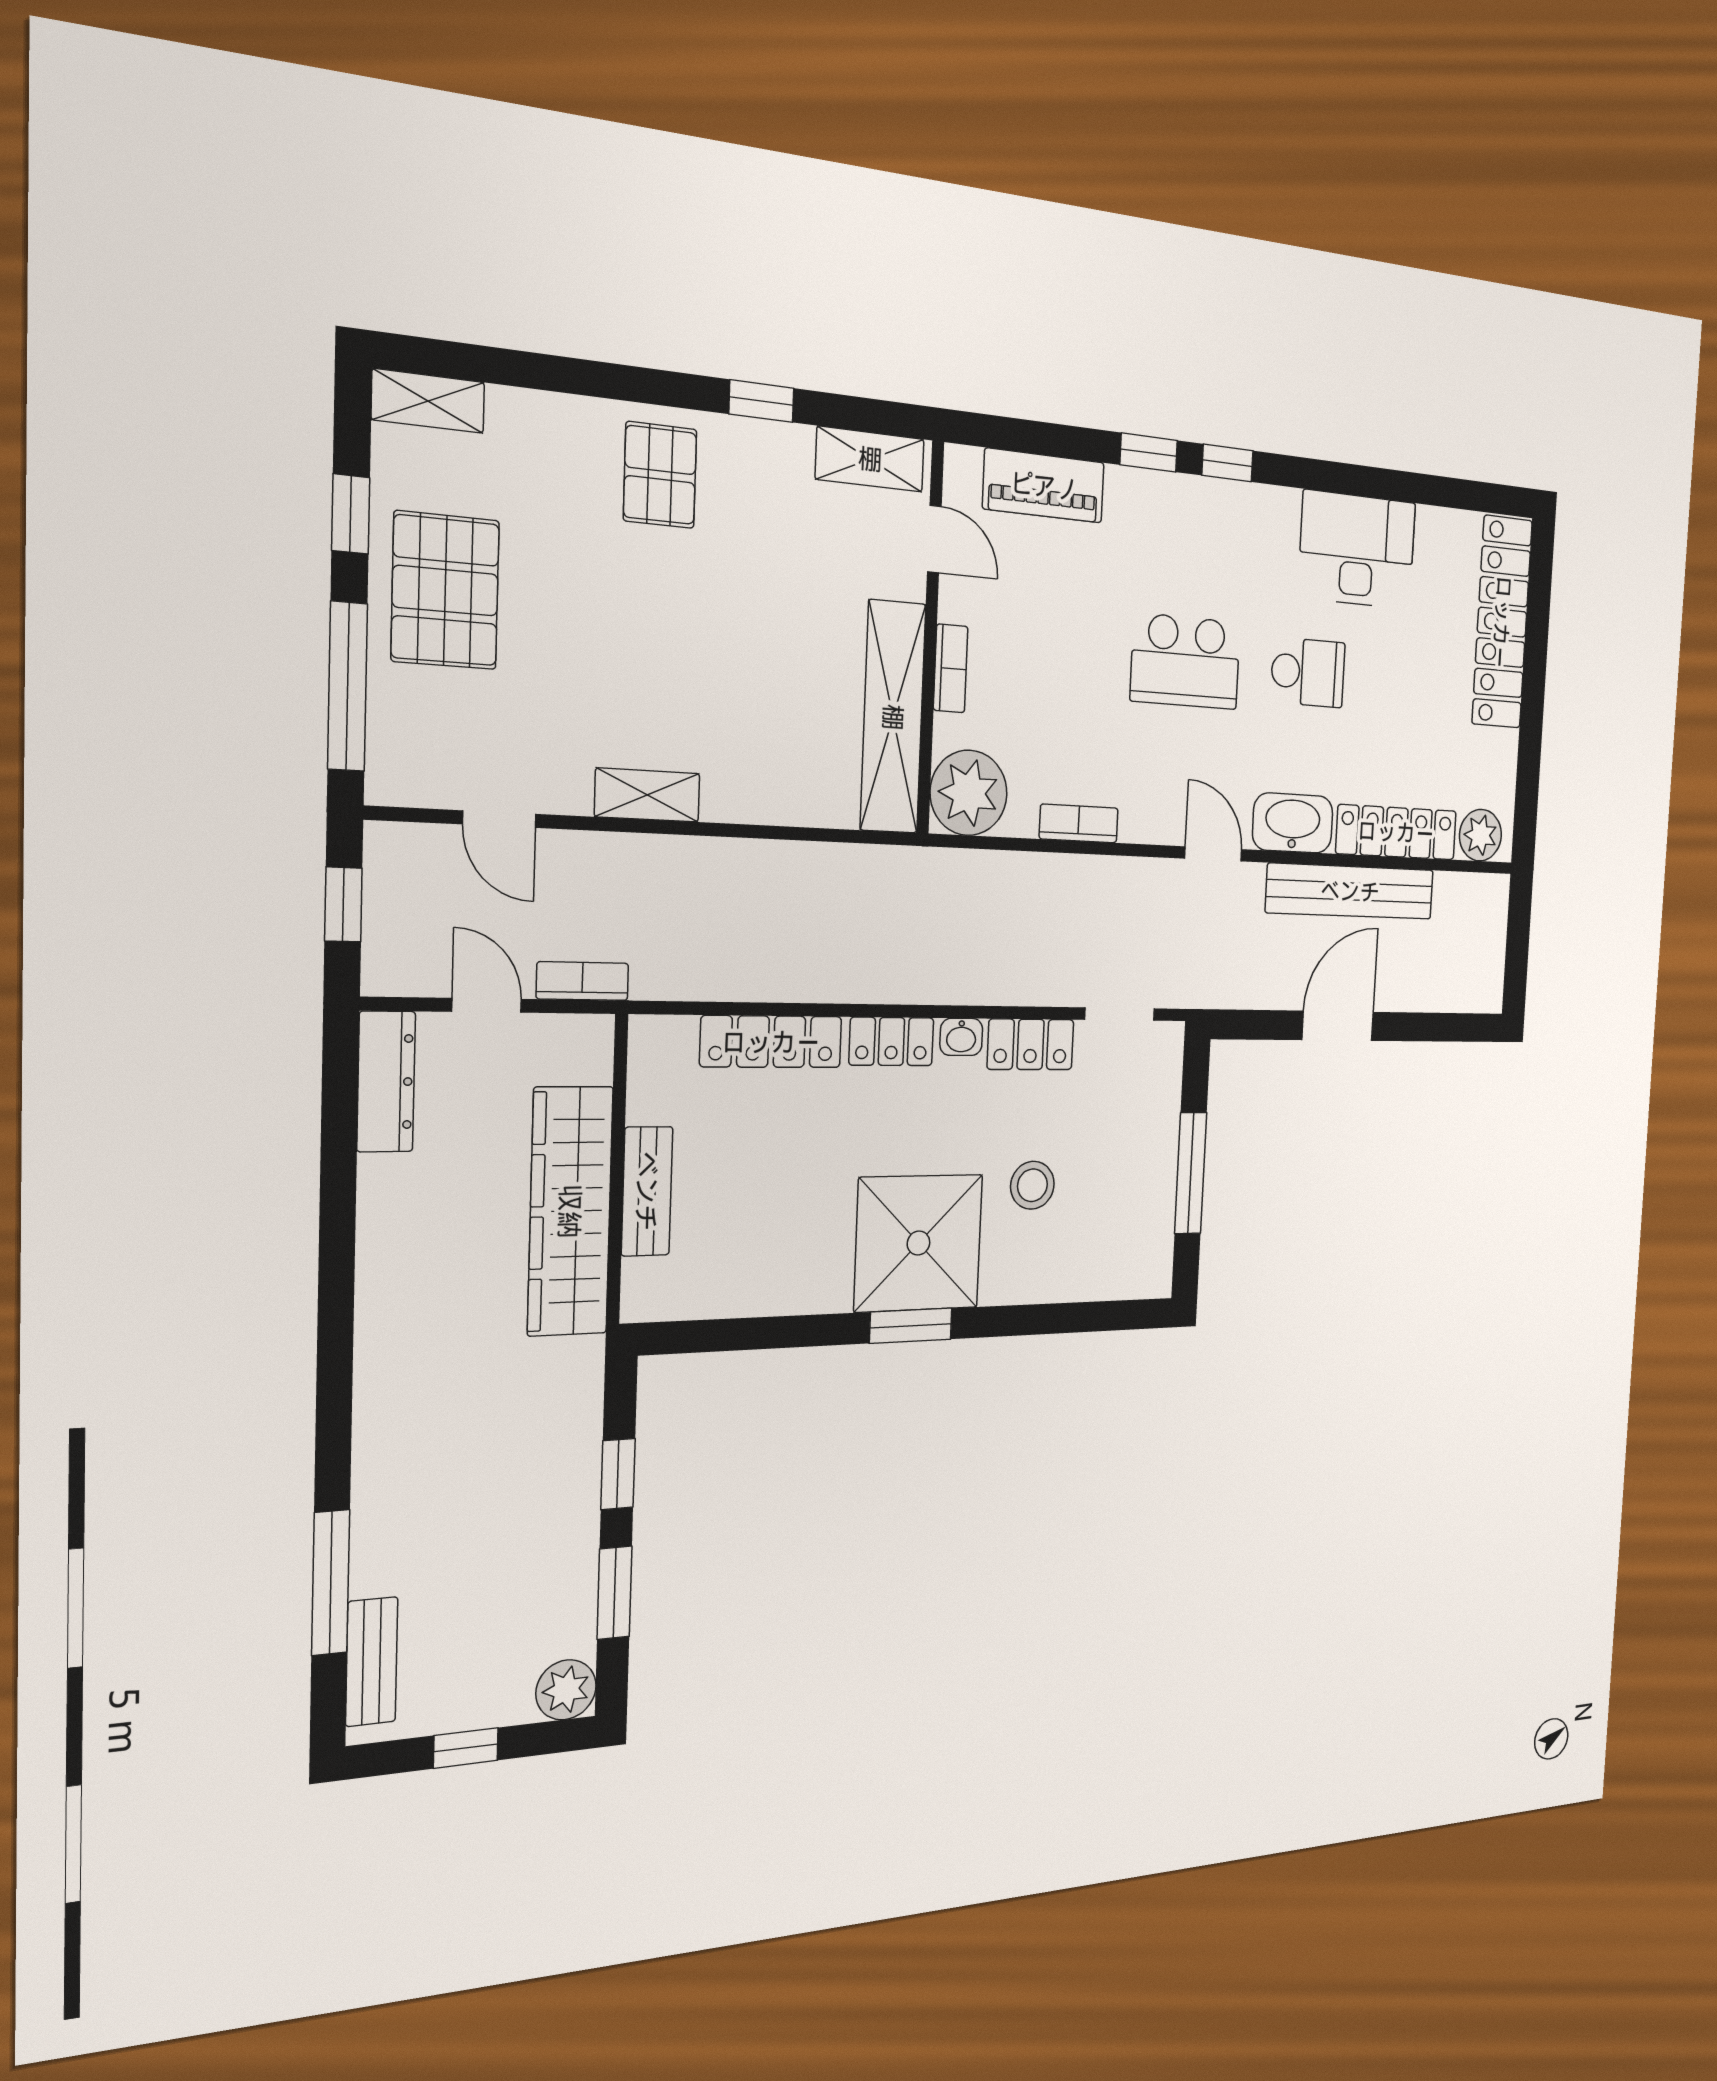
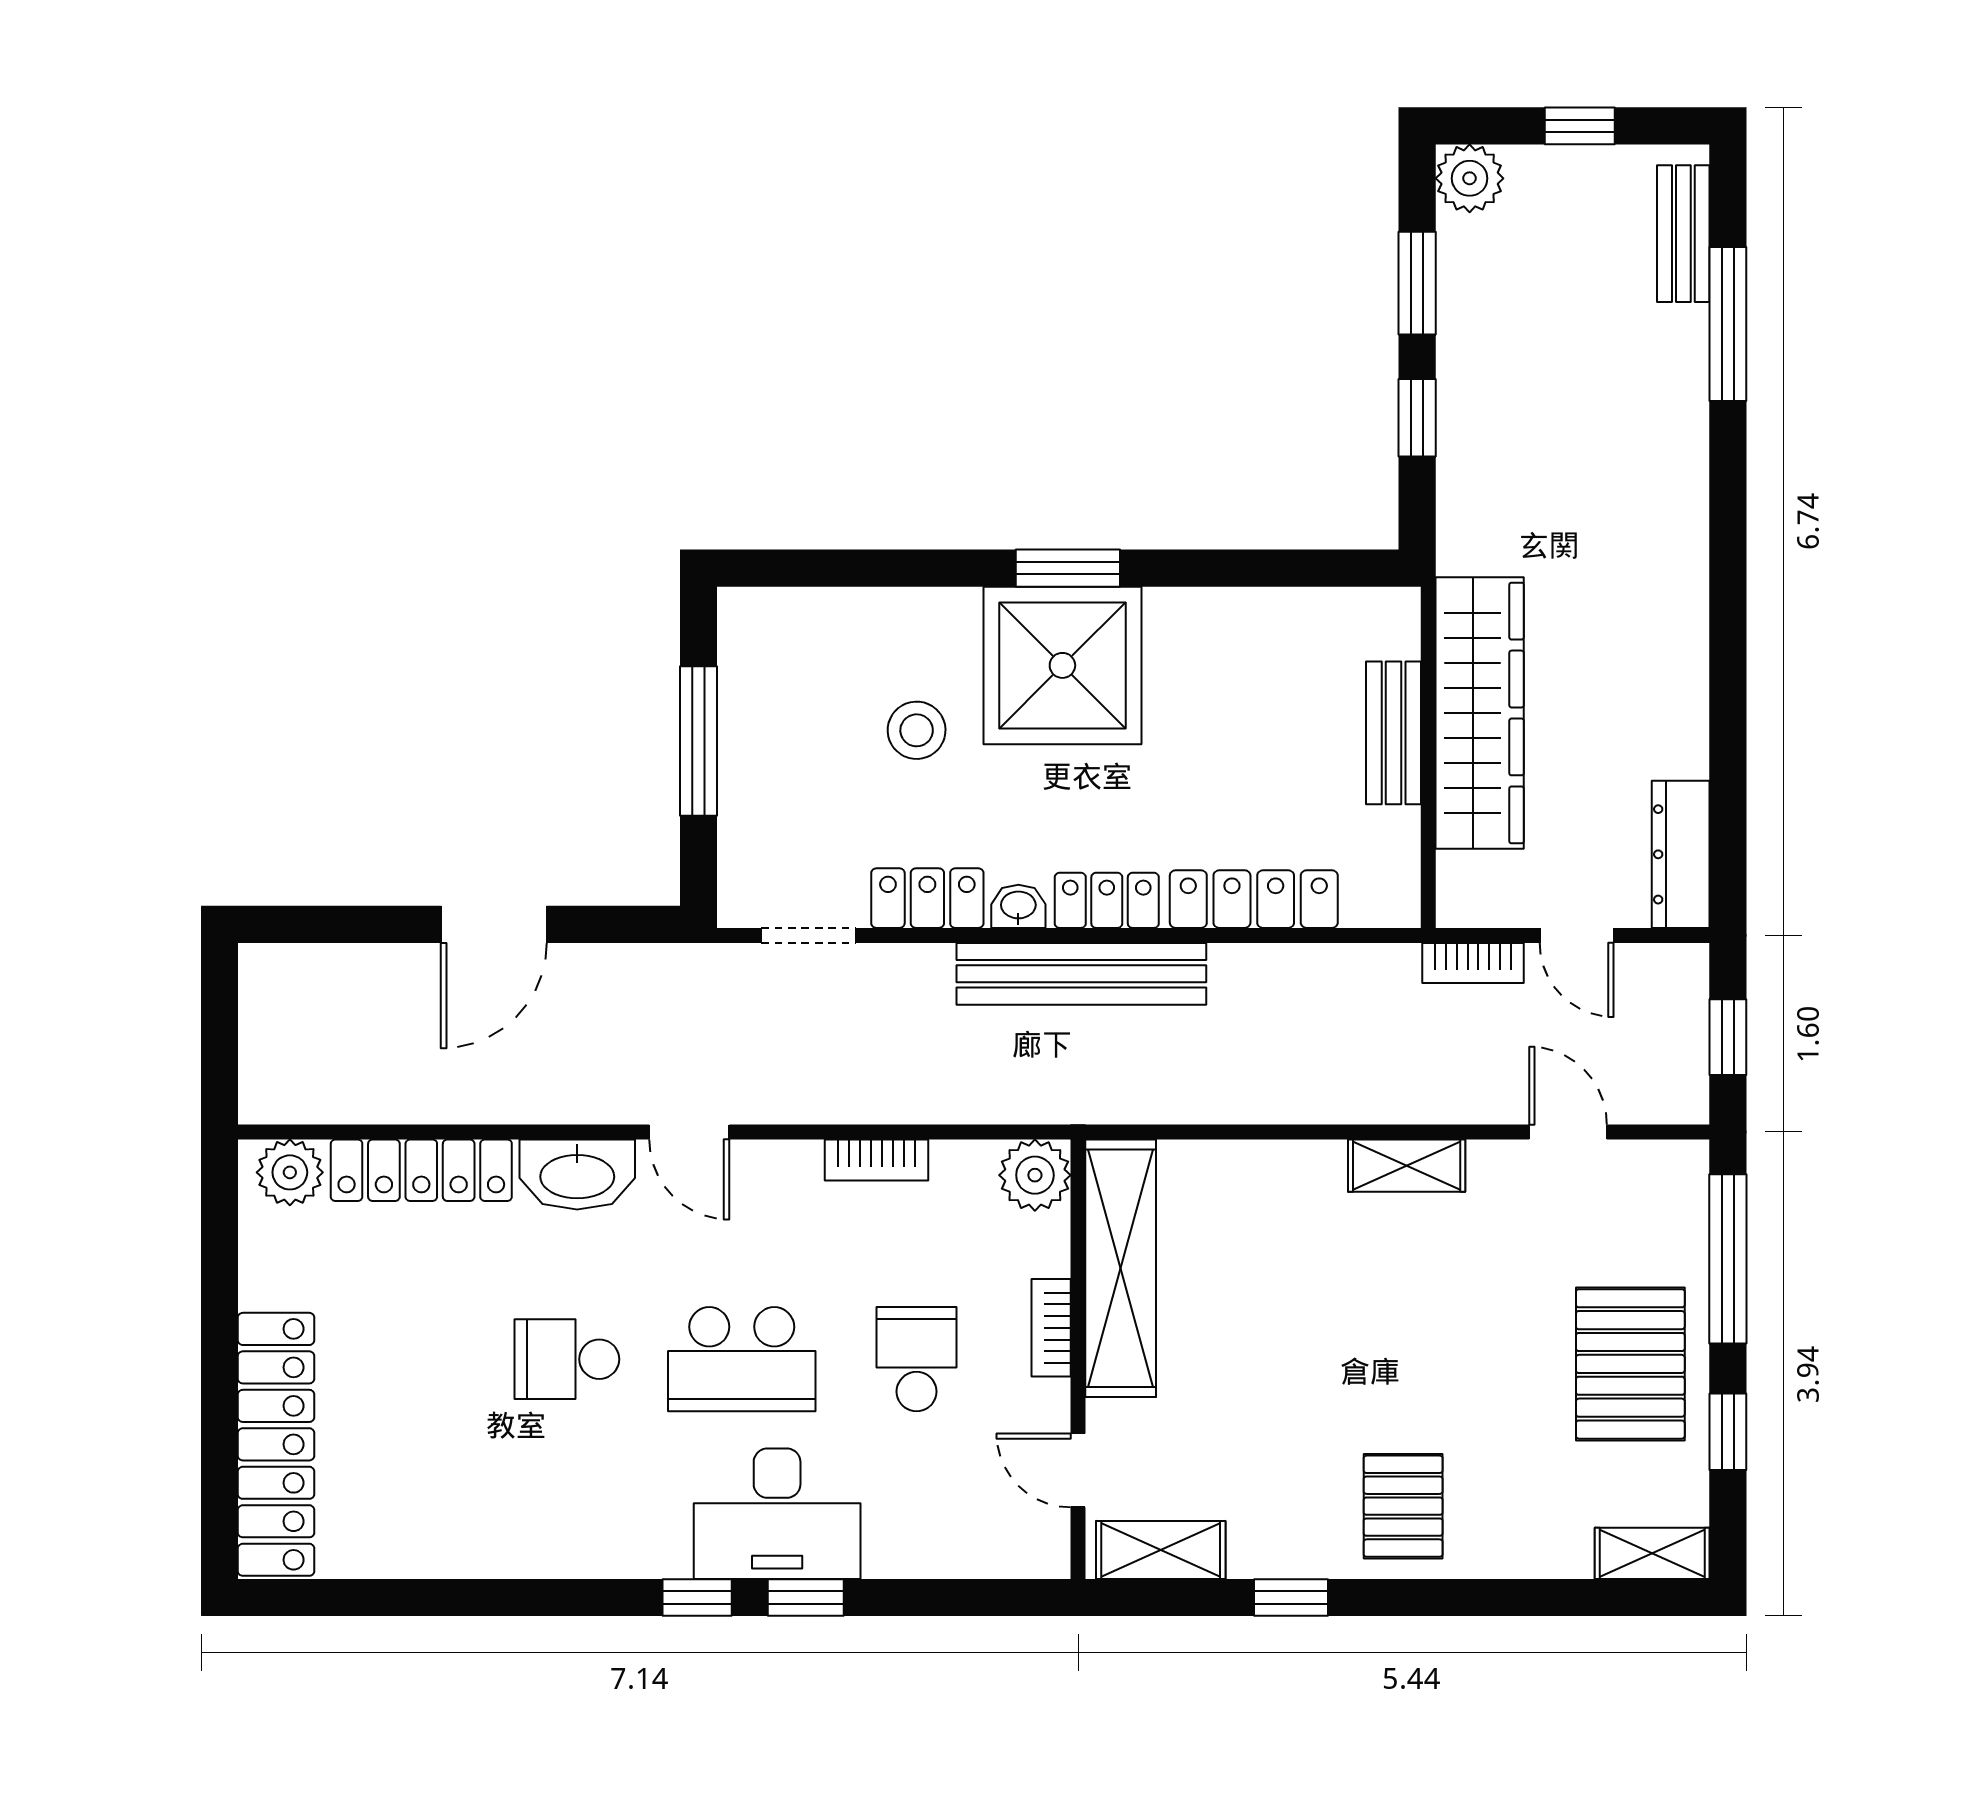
piano: (1044, 486) -> (942, 1545), removed
desk: (1357, 550) -> (777, 1514), moved
school desk: (1056, 650) -> (917, 1359), added
school desk: (1185, 661) -> (742, 1359), turned 180
plant: (969, 793) -> (1035, 1175), width x0.73, depth x0.73
bench: (1350, 891) -> (1081, 974), moved

